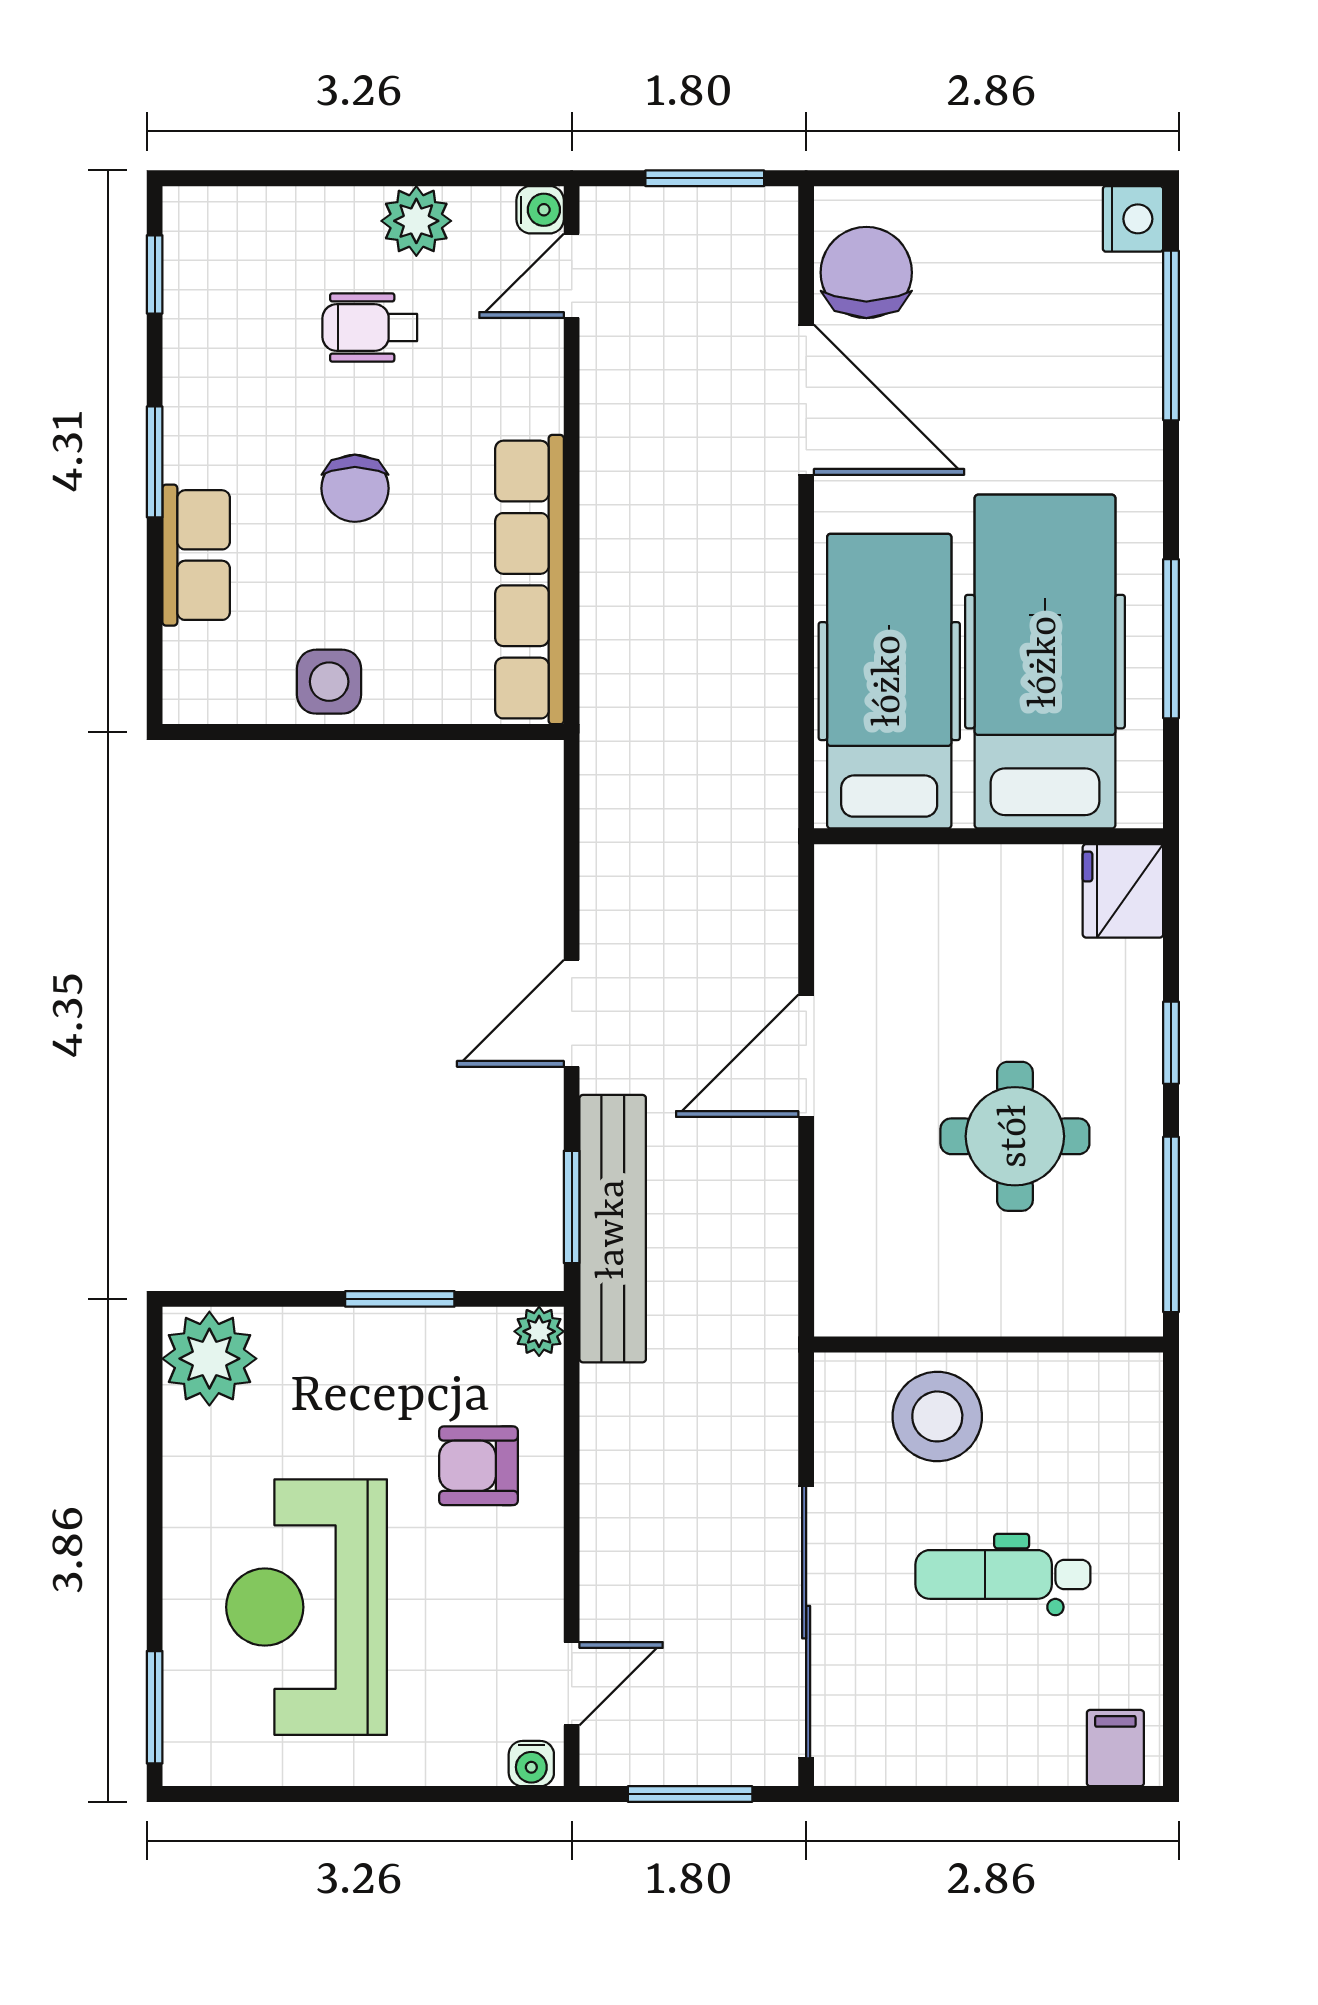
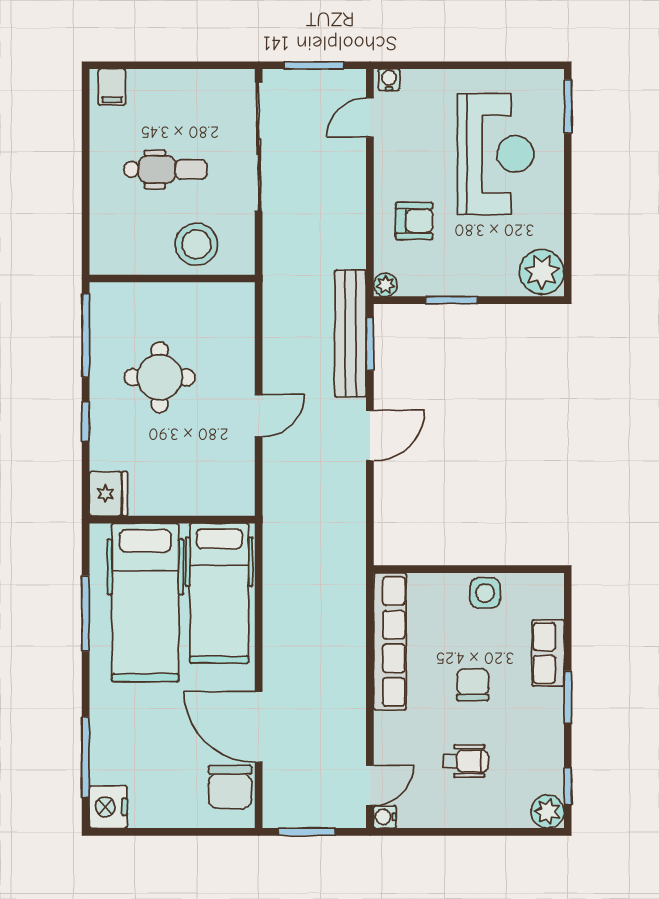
nightstand: (1133, 219) -> (108, 807), width x1.36, depth x1.33
plant: (416, 221) -> (547, 812), moved
door: (806, 1056) -> (259, 415), width x0.73

